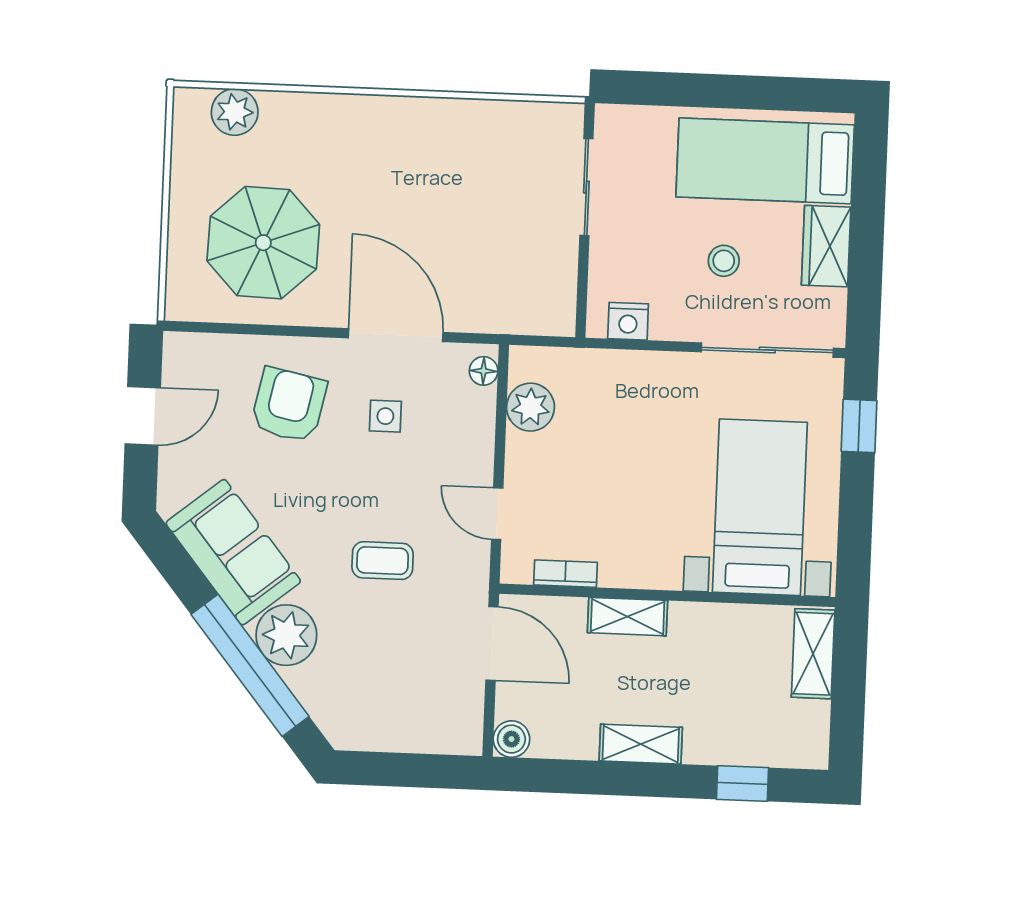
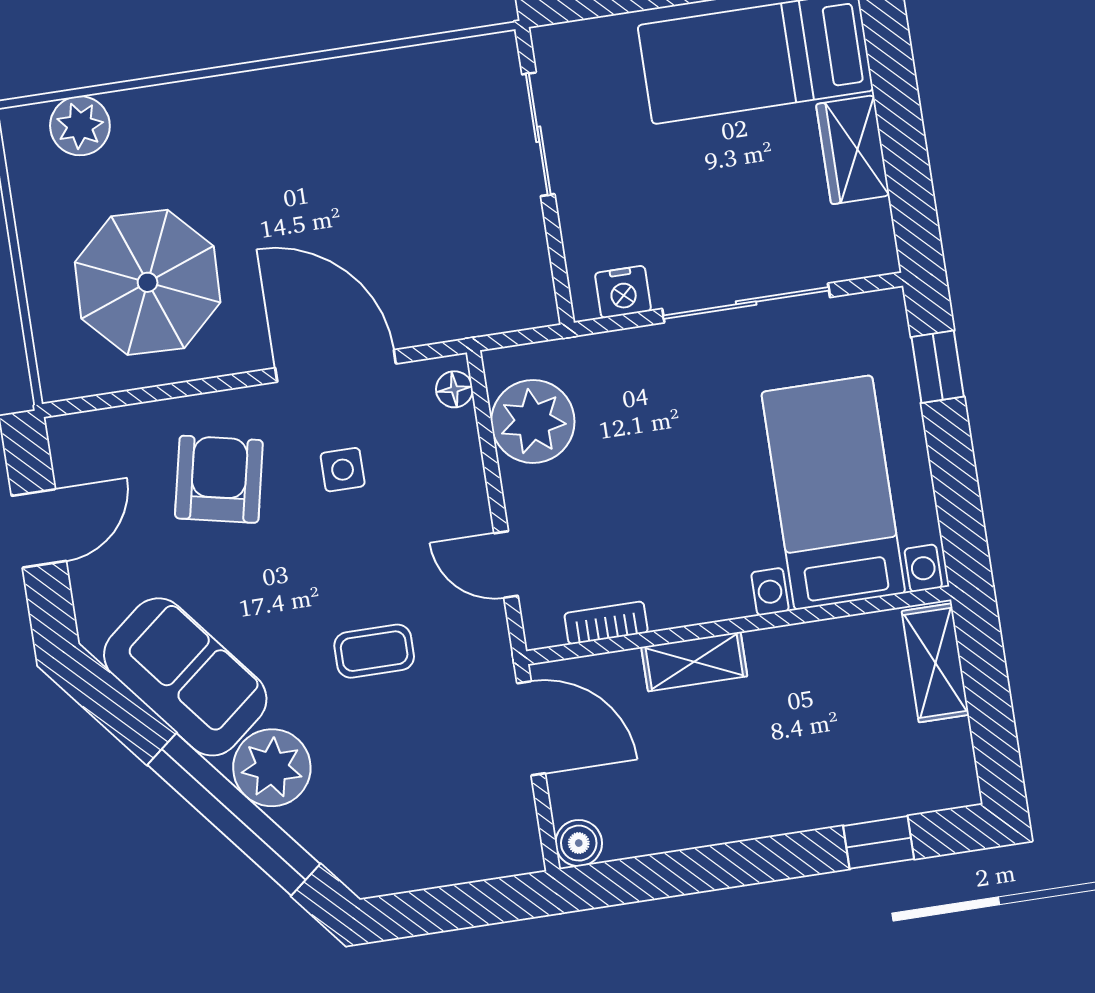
stool: (724, 261) -> (728, 193), removed
sliding door: (767, 350) -> (746, 303), moved
plant: (530, 407) -> (533, 421), width x1.36, depth x1.36
shelving: (641, 744) -> (742, 818), removed

